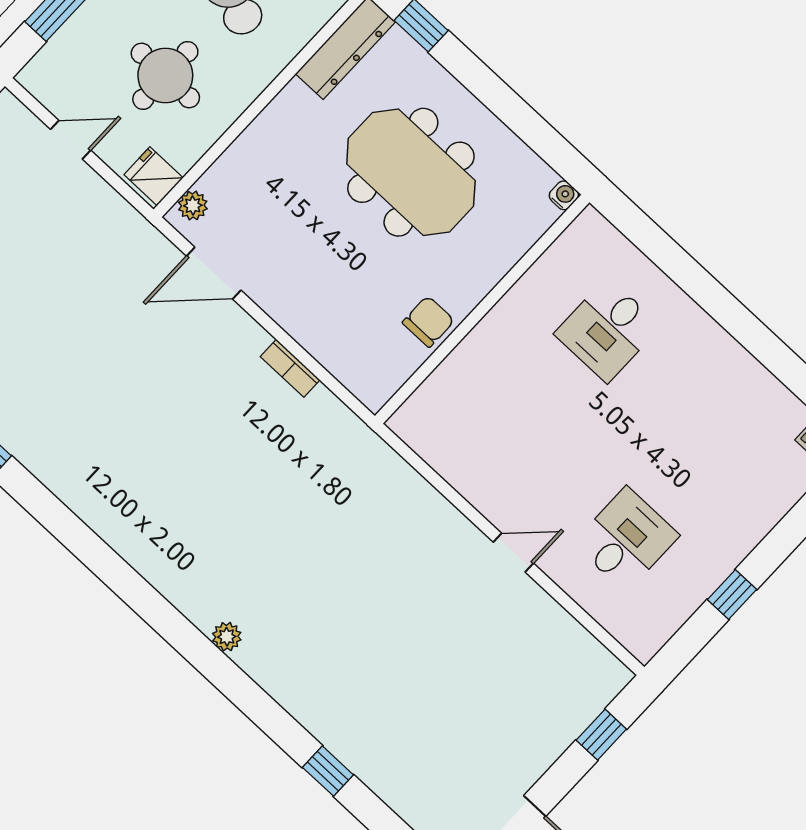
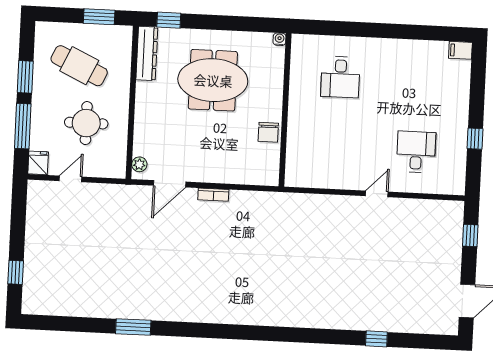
fridge: (154, 176) -> (38, 163), moved, turned 90
chair: (428, 322) -> (268, 132), turned 180
bookcase: (290, 368) -> (213, 195), moved
plant: (227, 637) -> (293, 320), removed

